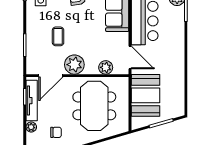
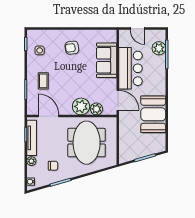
coffee table: (58, 36) -> (43, 81), moved
plant: (74, 65) -> (81, 106), moved
door: (51, 76) -> (49, 116), swing flipped
booth: (145, 95) -> (153, 114), moved

